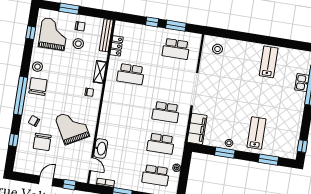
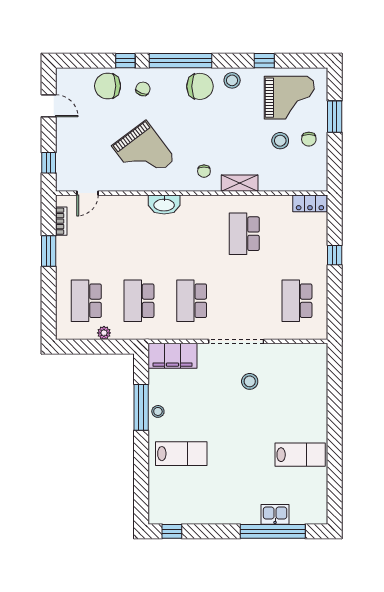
window: (176, 26) -> (335, 295), removed
window: (31, 33) -> (264, 61), moved
bench: (106, 35) -> (301, 184), removed
locker: (117, 46) -> (310, 203), moved
stool: (218, 49) -> (250, 381), moved
grand piano: (72, 127) -> (144, 153), turned 82
window: (14, 140) -> (125, 61), moved
chair: (42, 142) -> (108, 86), moved
washbasin: (101, 148) -> (164, 204), moved
window: (225, 153) -> (141, 407), width x1.44
window: (268, 160) -> (141, 480), removed
door: (46, 181) -> (49, 106), moved

